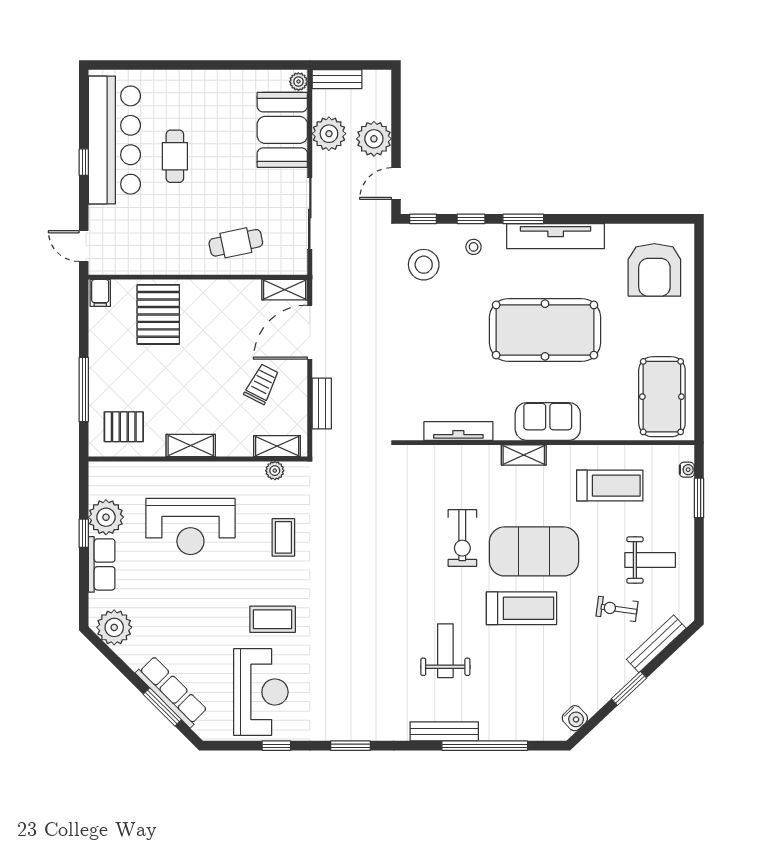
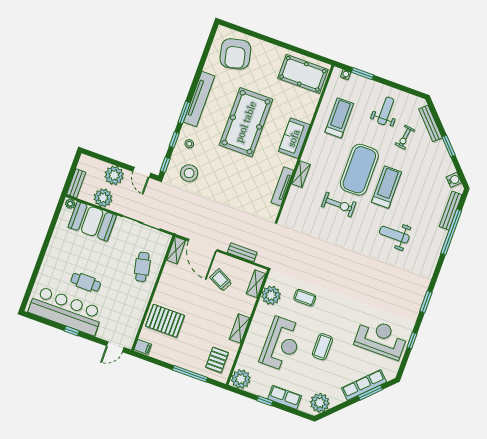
armchair: (654, 270) -> (235, 54), turned 77
shelving: (524, 455) -> (301, 174), moved
plant: (275, 471) -> (271, 295), width x1.87, depth x1.87
plant: (106, 517) -> (241, 379), moved
coffee table: (273, 619) -> (322, 347), moved
bench: (444, 731) -> (451, 211), moved

